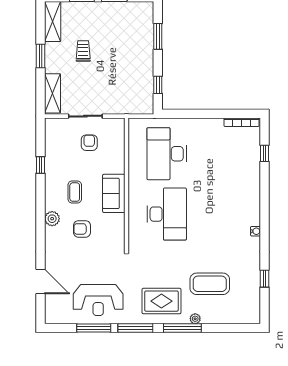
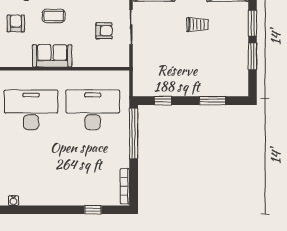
window: (190, 114) -> (134, 133), added
desk: (167, 214) -> (31, 110), turned 180

